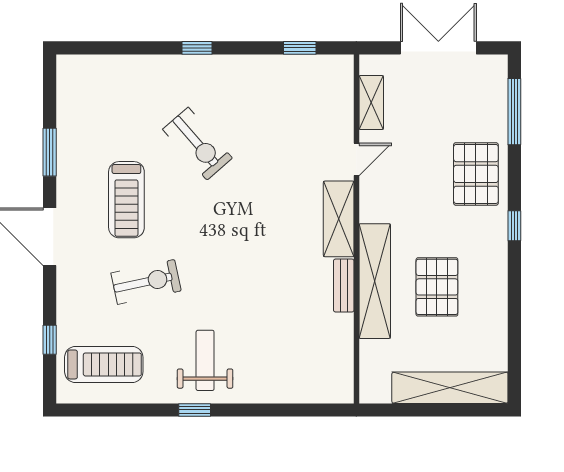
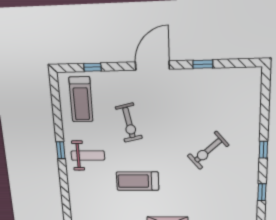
window: (300, 48) -> (262, 192), moved
window: (50, 152) -> (203, 64), width x0.67
treadmill: (126, 200) -> (137, 181), moved

